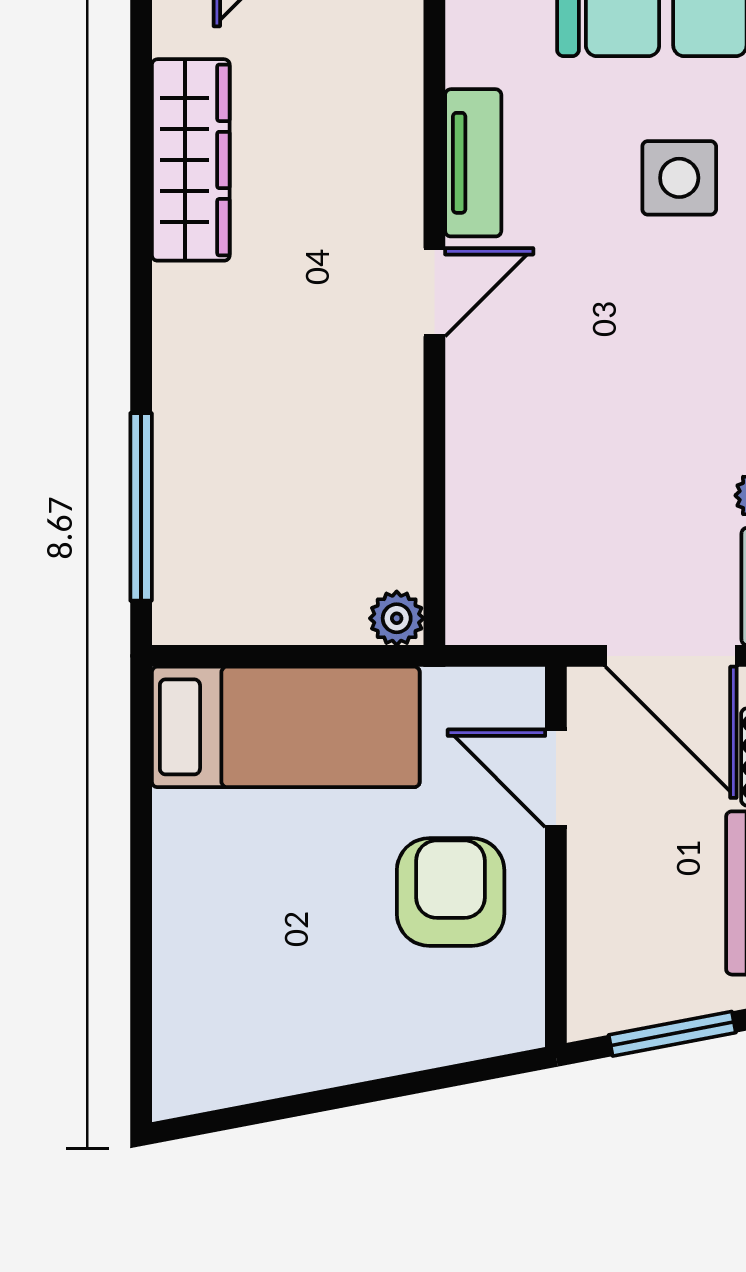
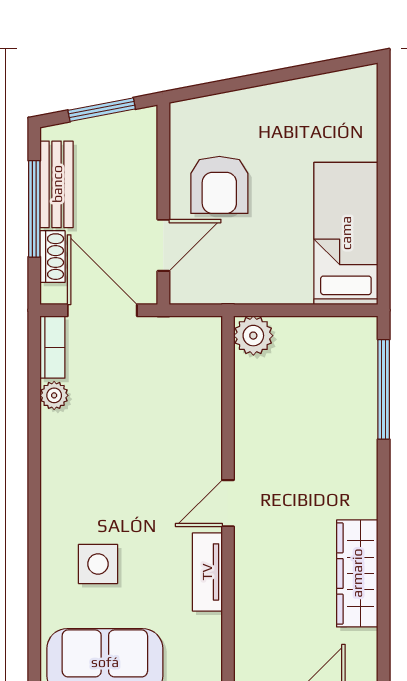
plant: (397, 618) -> (253, 336), width x1.38, depth x1.38
bed: (286, 727) -> (346, 233), moved, turned 90
door: (556, 778) -> (163, 245), hinge flipped

